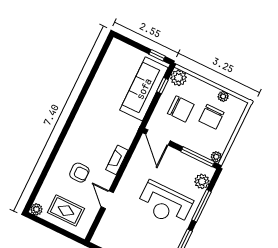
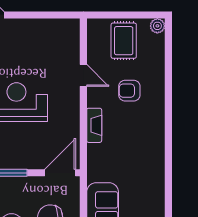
door: (158, 138) -> (60, 173), hinge flipped
rug: (66, 211) -> (124, 41), turned 90

